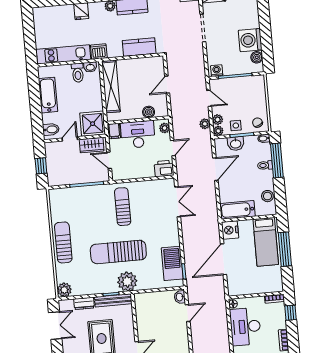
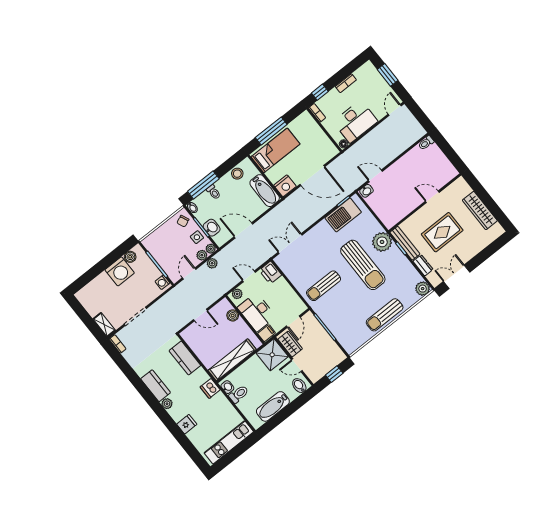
kitchen unit: (63, 54) -> (229, 442), moved, turned 90

